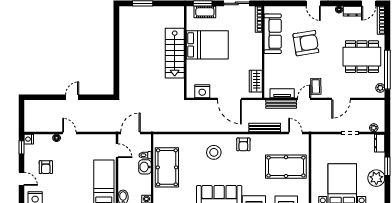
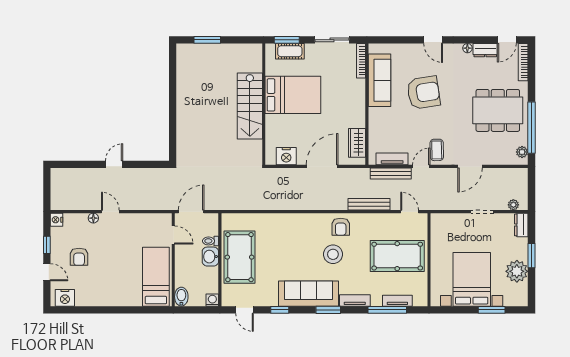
door: (229, 99) -> (322, 166), swing flipped
window: (21, 147) -> (47, 245), moved
stool: (214, 152) -> (333, 254), moved

